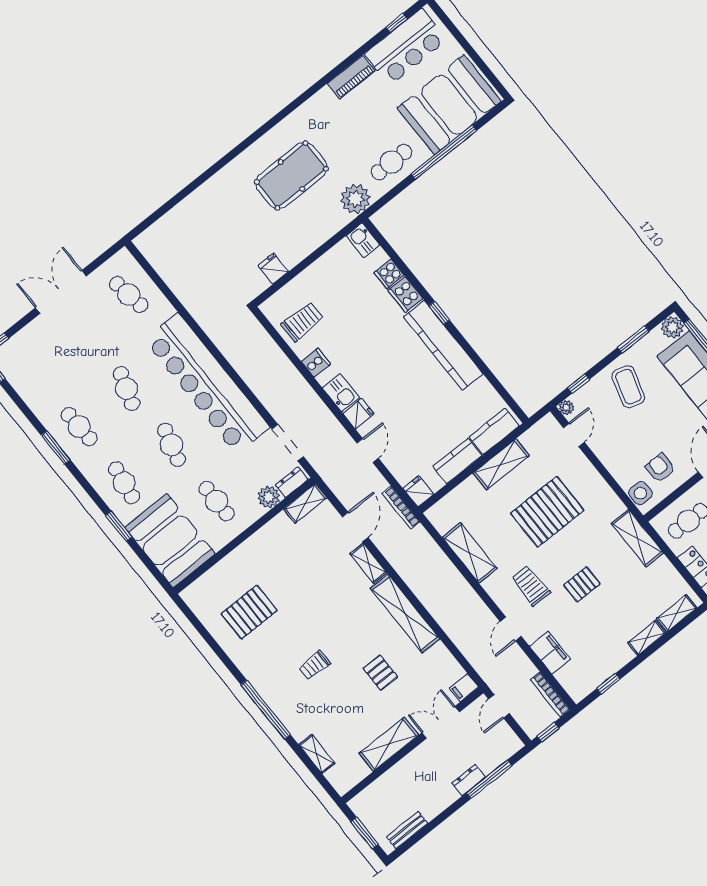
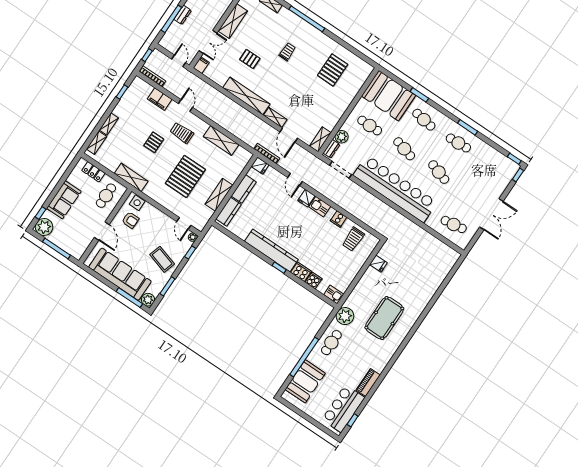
booth: (449, 105) -> (305, 381), width x0.73, depth x0.70
trolley: (531, 586) -> (182, 133), turned 180

